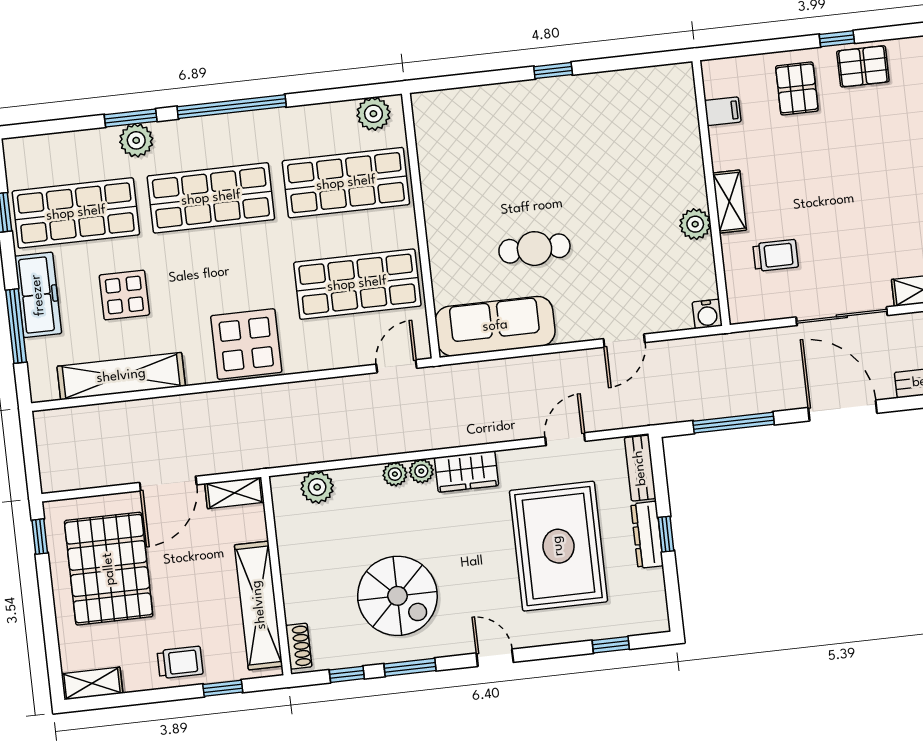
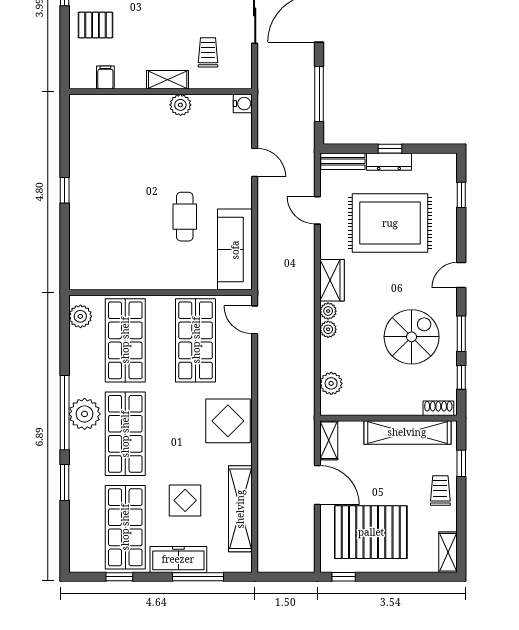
plant: (136, 140) -> (85, 414), moved, width x1.36, depth x1.36

